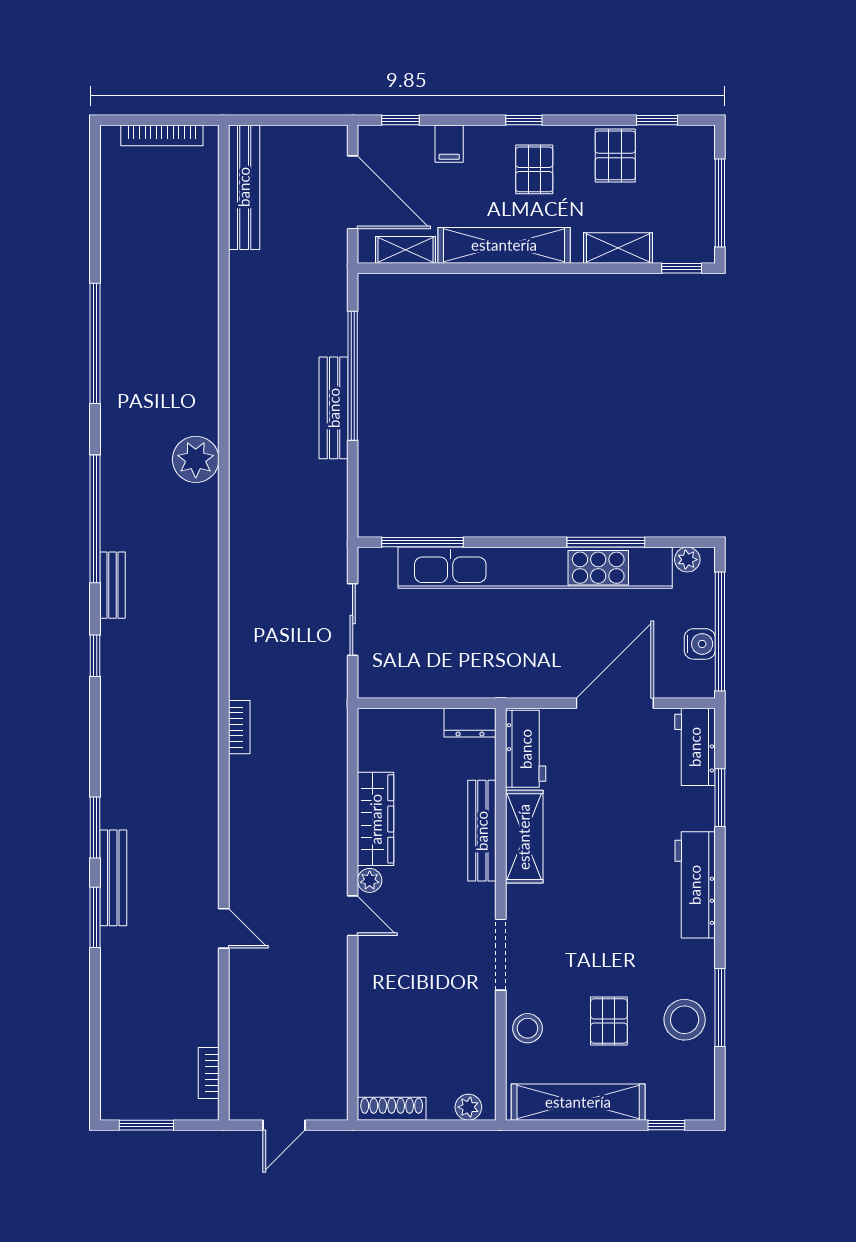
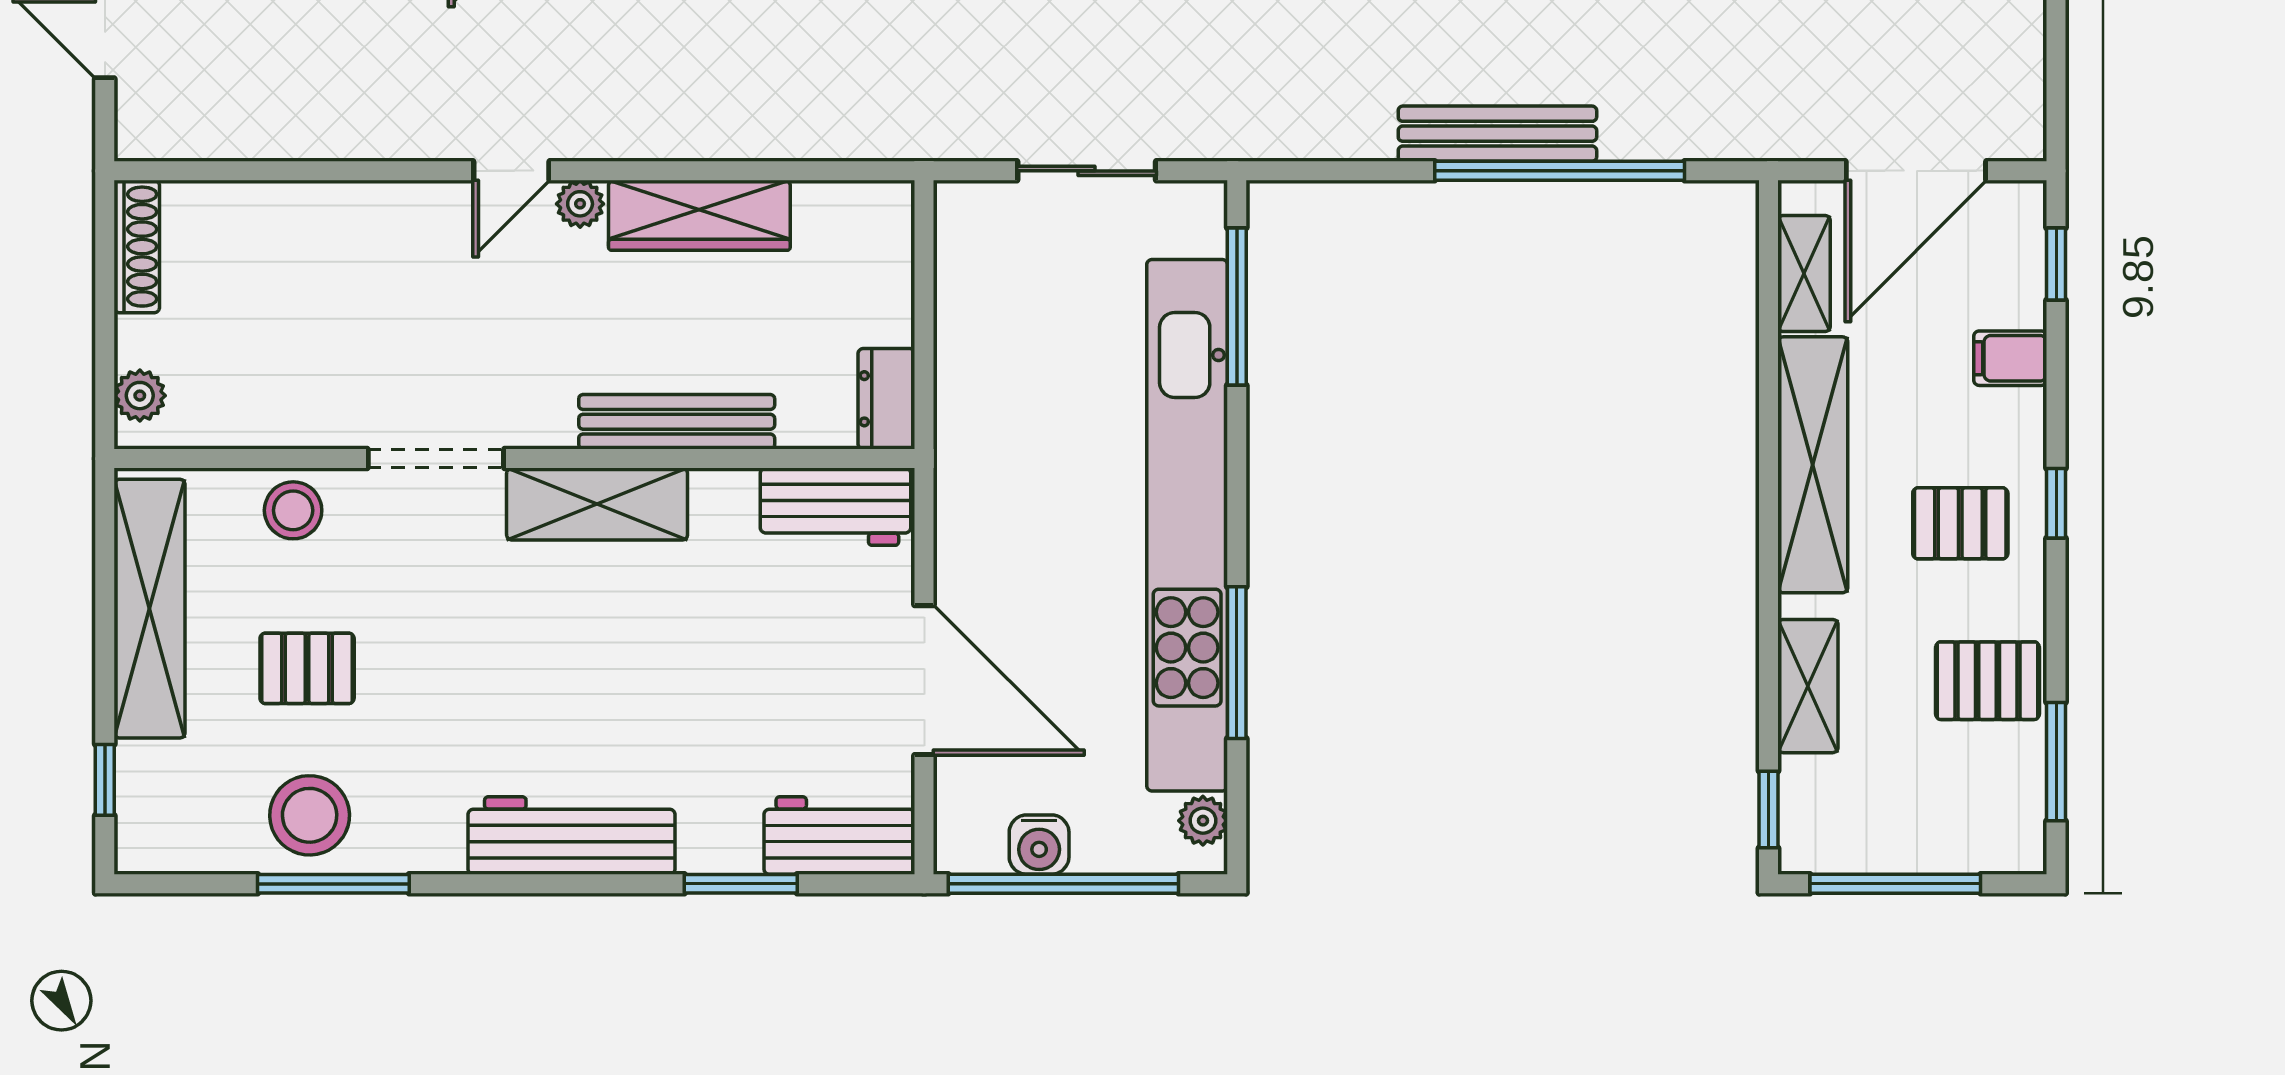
window: (657, 120) -> (2056, 762), width x1.50
shelving: (524, 837) -> (597, 504), moved

